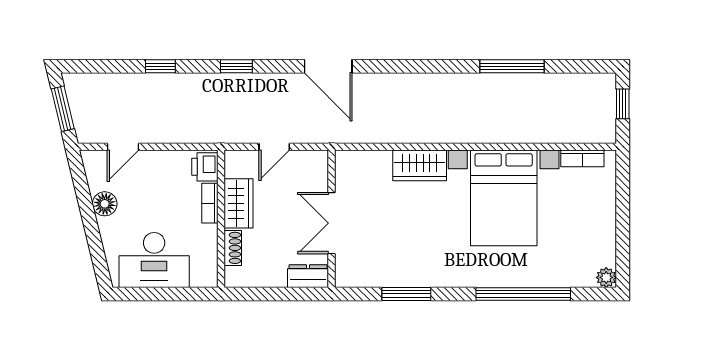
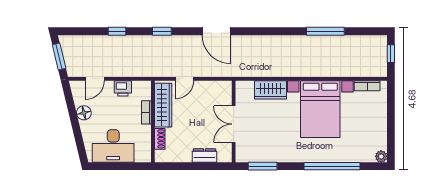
printer: (205, 167) -> (123, 88), moved, turned -90
wardrobe: (239, 203) -> (163, 105), width x1.50
wall: (332, 219) -> (234, 122), moved
double door: (332, 223) -> (234, 124), moved

